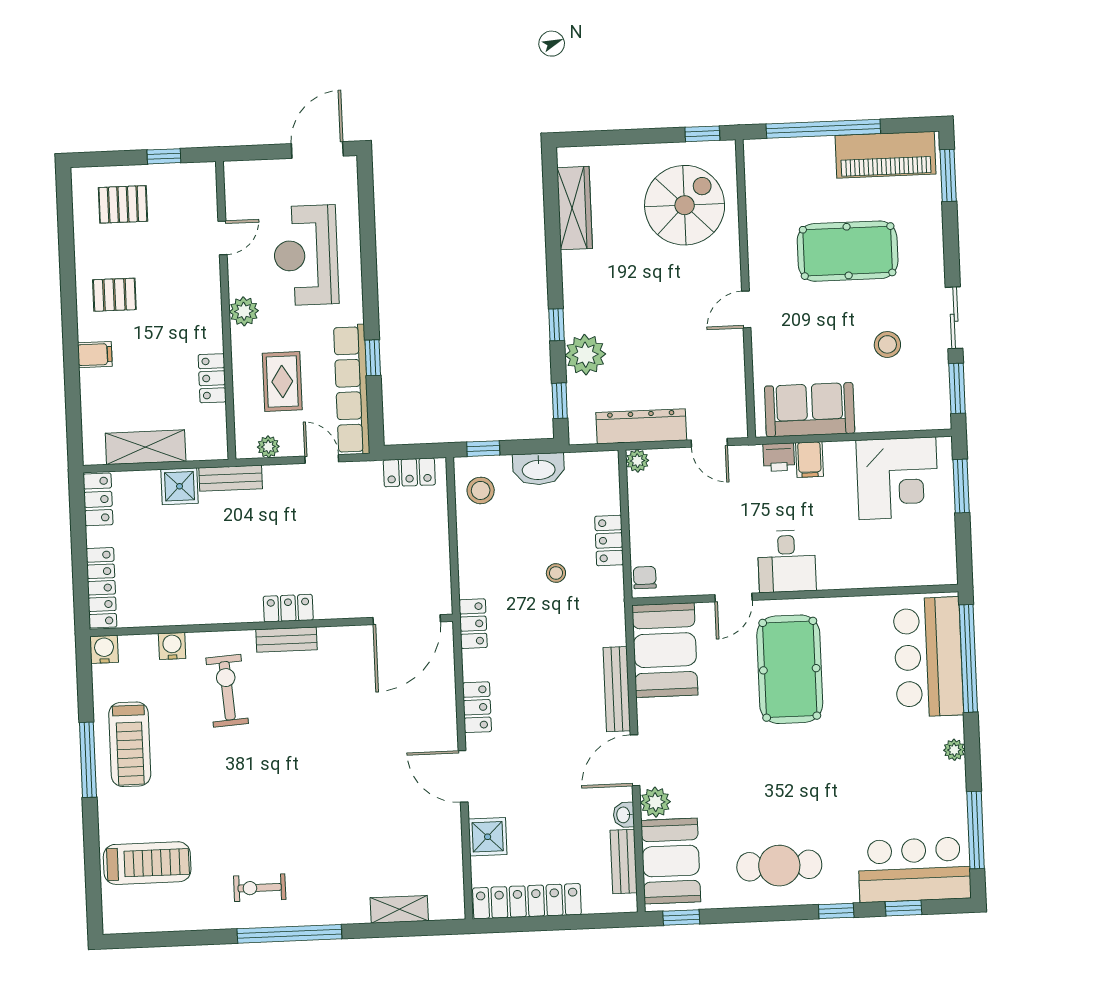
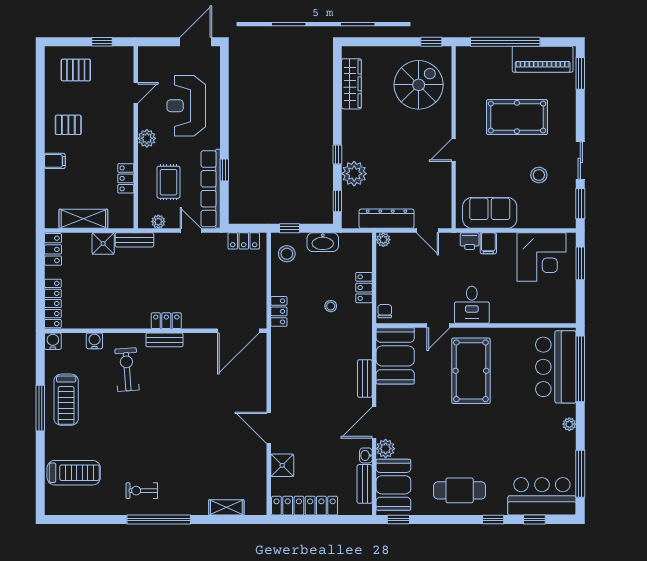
locker: (473, 624) -> (279, 311), moved
bench: (617, 689) -> (365, 378), width x0.73
locker: (477, 707) -> (279, 386), removed

